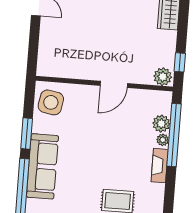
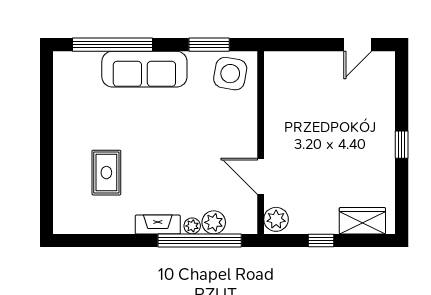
window: (180, 62) -> (321, 240), moved
door: (114, 84) -> (261, 176), moved
window: (27, 134) -> (209, 45), moved

